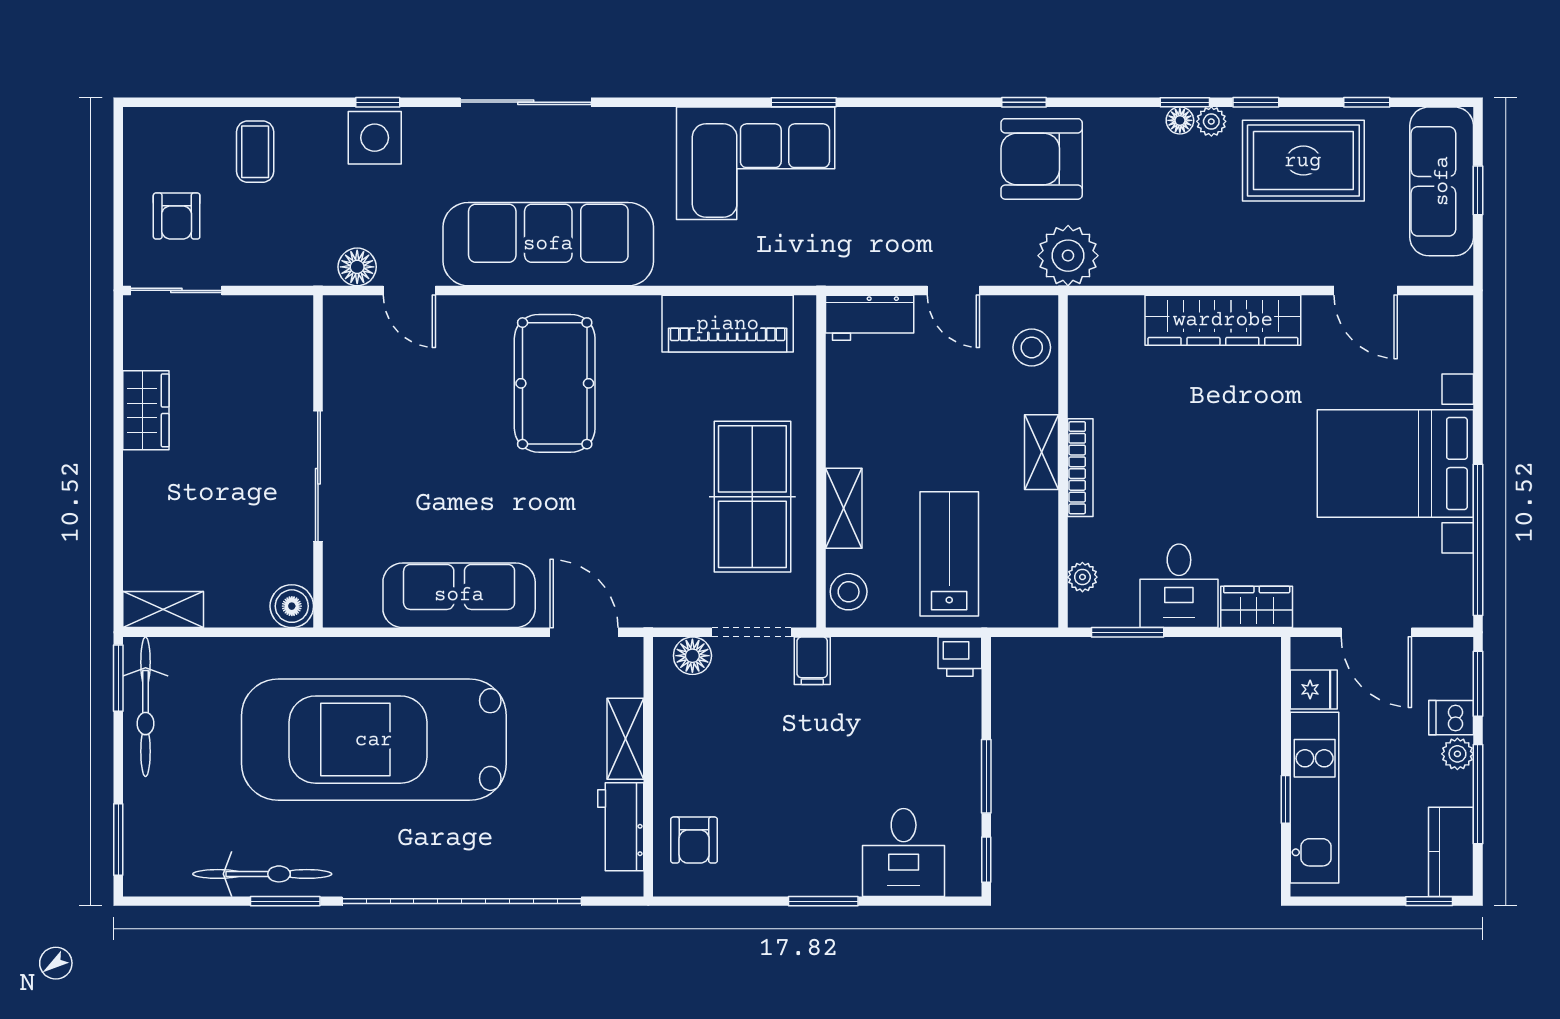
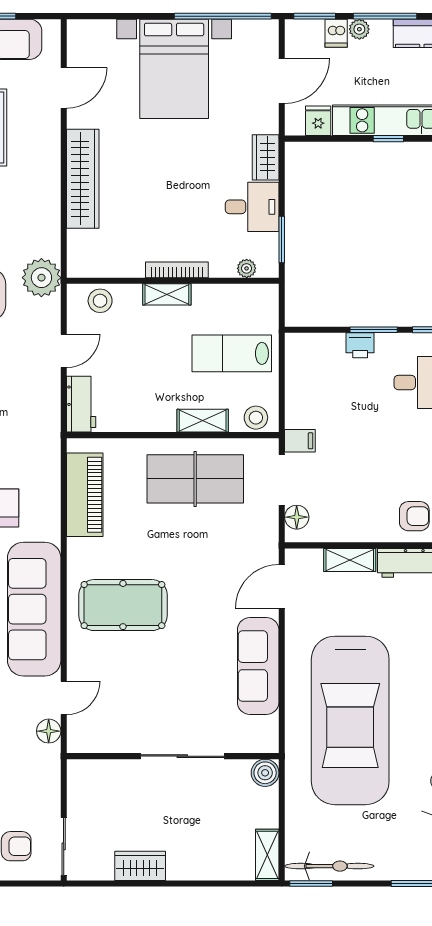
printer: (960, 657) -> (360, 345), moved, turned 90

